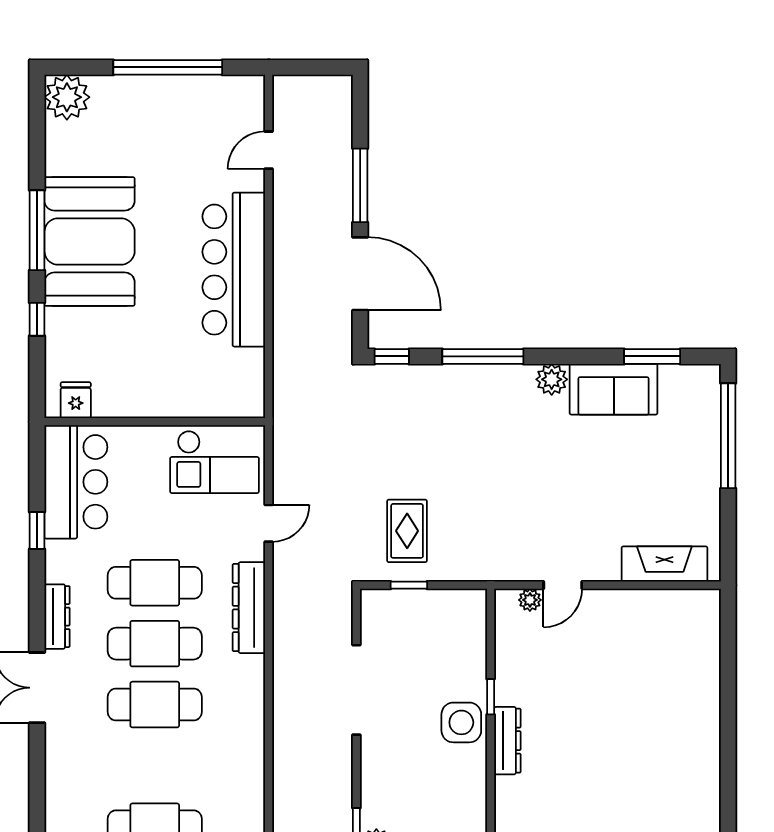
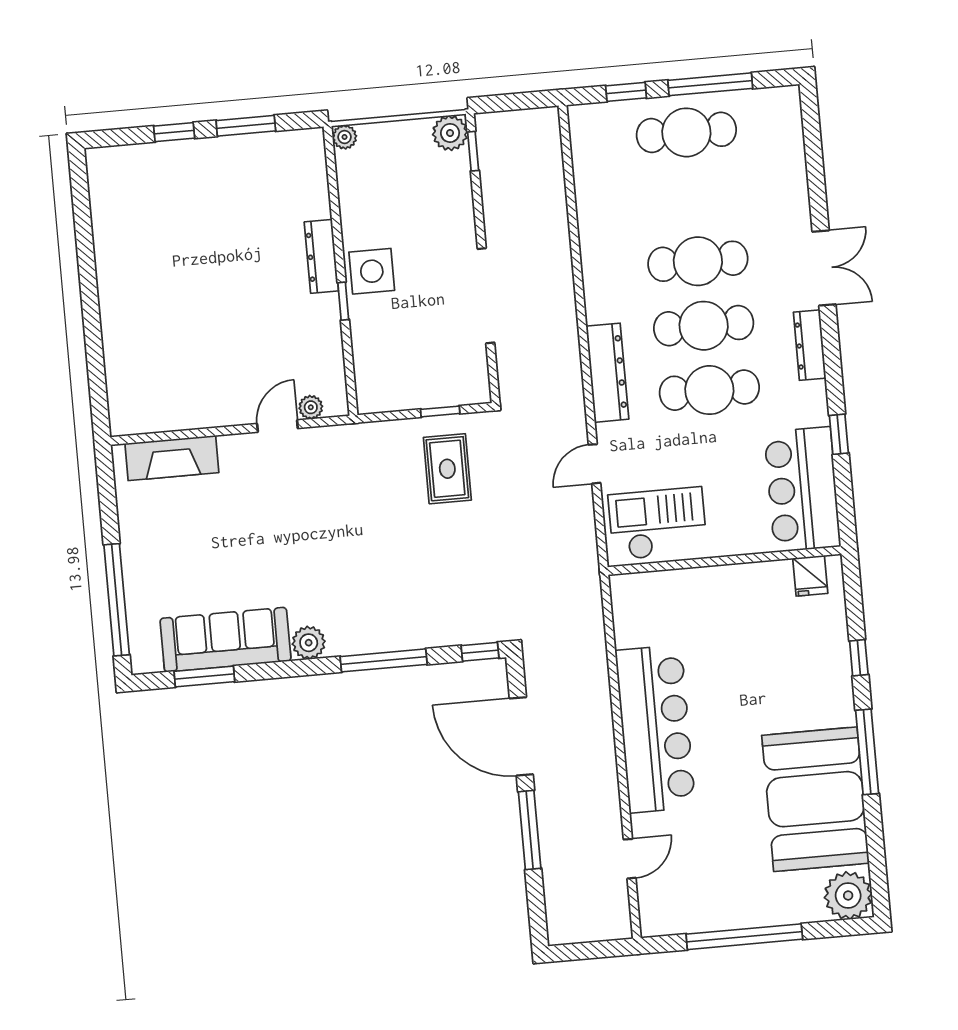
booth: (90, 241) -> (815, 799), moved
sofa: (614, 389) -> (225, 640), width x1.36

